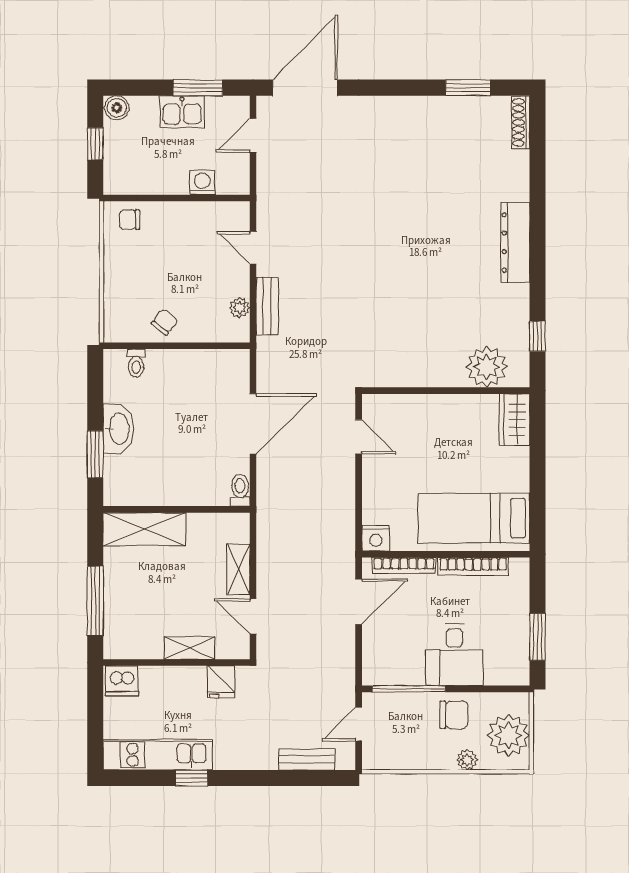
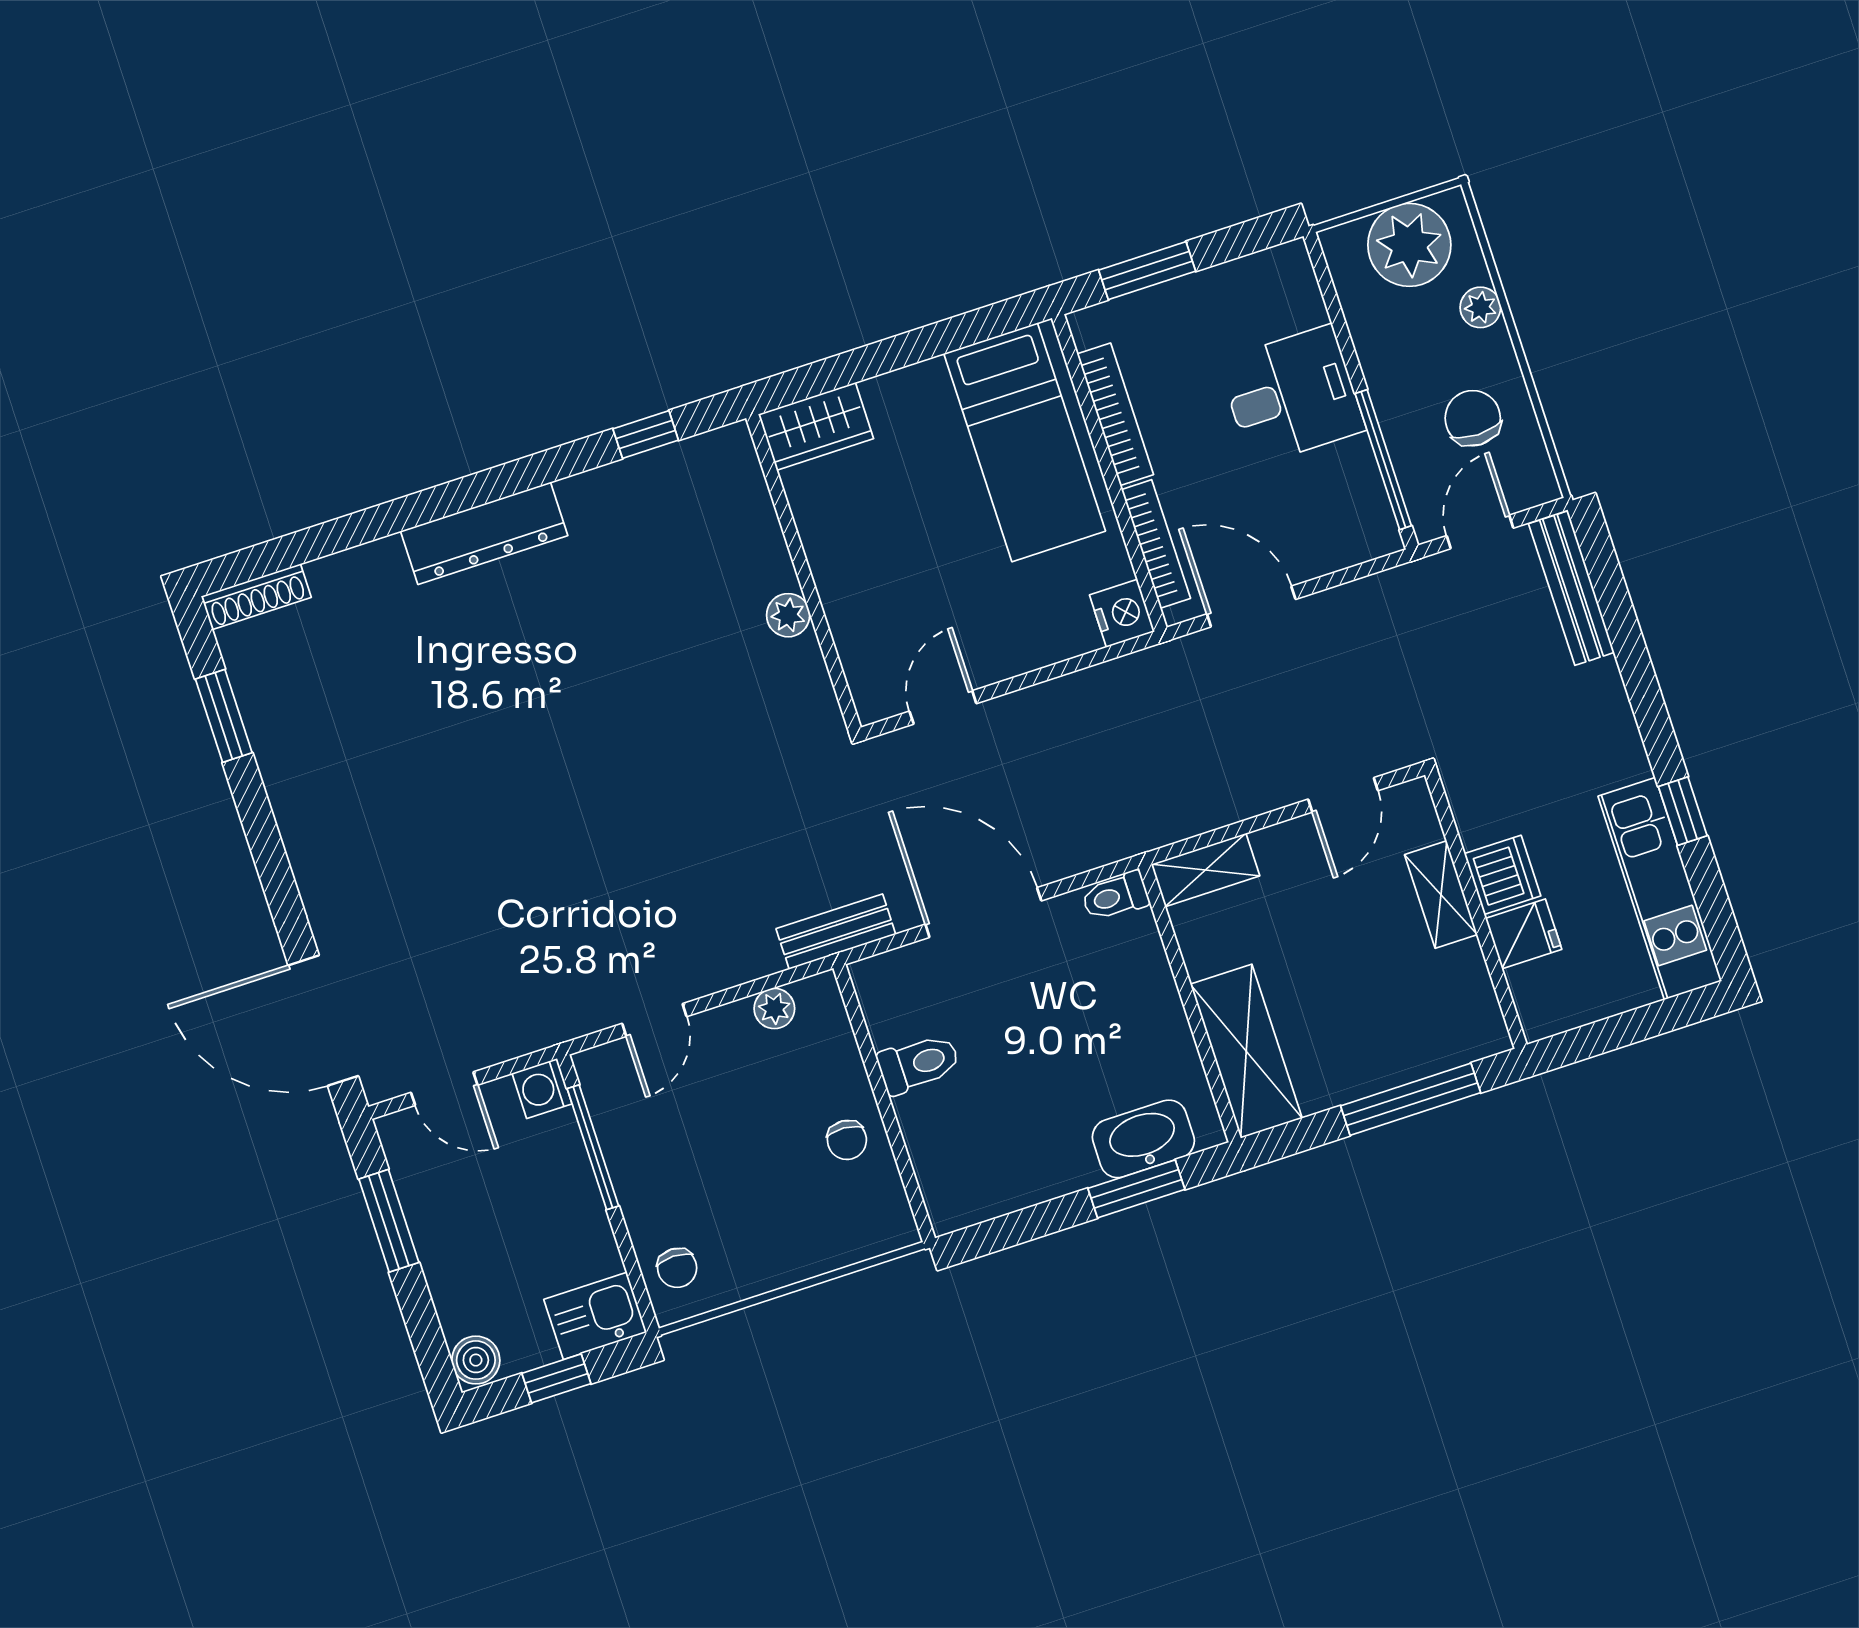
kitchen sink: (182, 112) -> (595, 1316), moved, turned -90
washing machine: (202, 183) -> (542, 1088), moved
window: (201, 198) -> (593, 1147), added
bench: (267, 306) -> (836, 932), moved
chair: (165, 322) -> (847, 1140), turned -126
toilet: (136, 363) -> (918, 1064), moved, width x1.37, depth x1.39
plant: (487, 367) -> (788, 615), moved, width x0.53, depth x0.53
washbasin: (118, 429) -> (1143, 1139), moved
shelving: (238, 570) -> (1205, 870), moved
window: (538, 637) -> (1147, 271), moved
dishwasher: (122, 681) -> (1503, 875), moved
fridge: (221, 682) -> (1524, 934), moved
chair: (454, 715) -> (1473, 418), moved
door: (359, 724) -> (1480, 532), swing flipped
bench: (307, 760) -> (1571, 588), width x1.36

